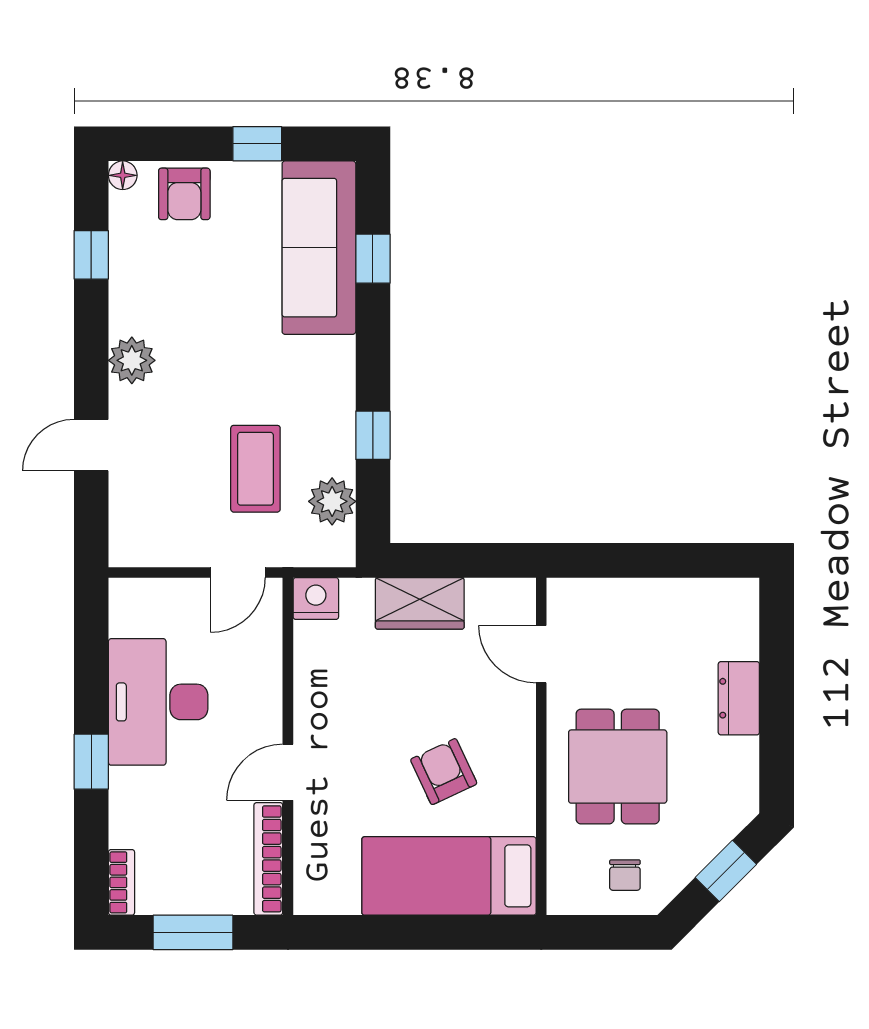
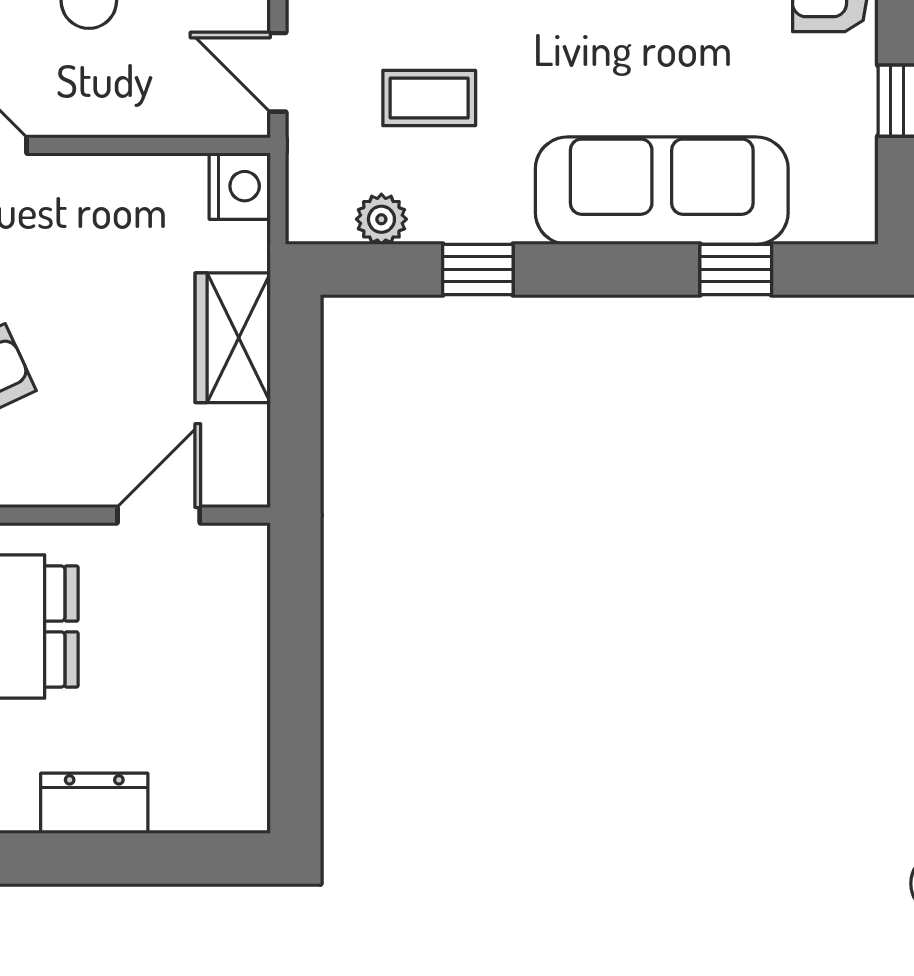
sofa: (319, 248) -> (662, 191), moved
coffee table: (255, 469) -> (429, 98), width x0.73, depth x0.77
plant: (332, 501) -> (381, 219), width x0.73, depth x0.73

